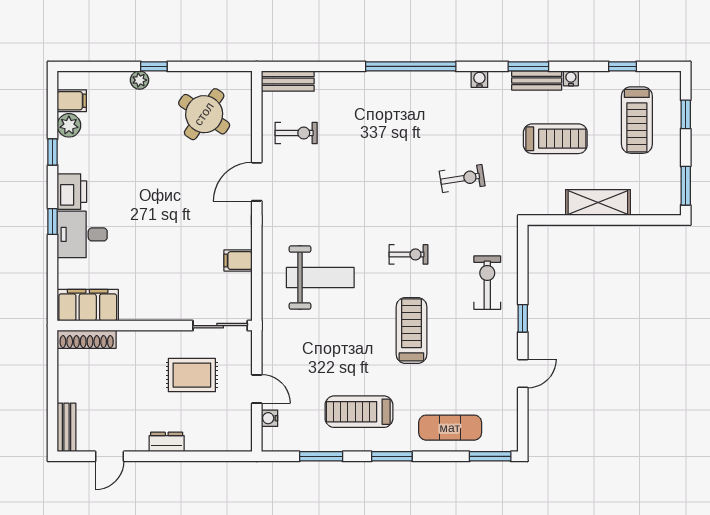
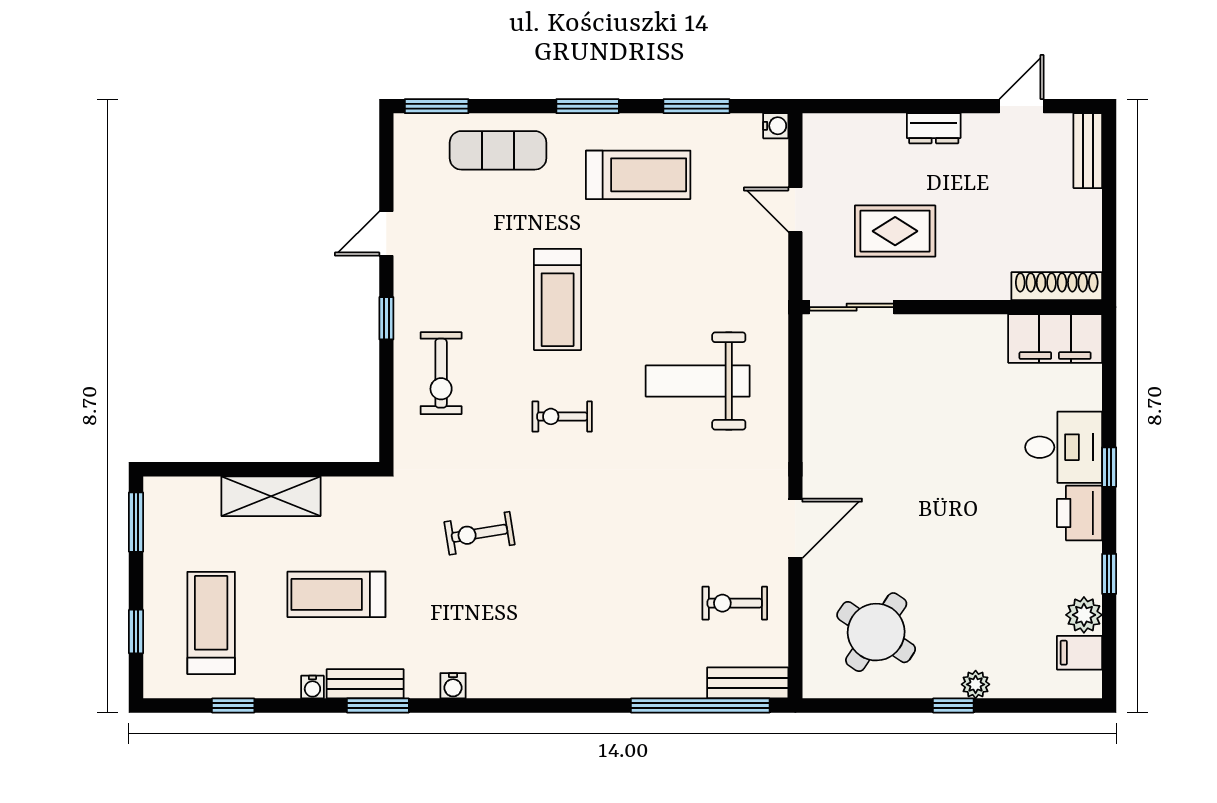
window: (411, 66) -> (700, 706), moved
filing cabinet: (238, 261) -> (824, 407), removed
water cooler: (270, 418) -> (776, 126), moved

